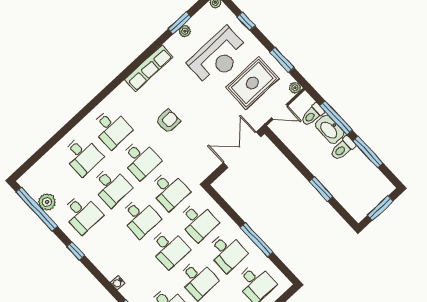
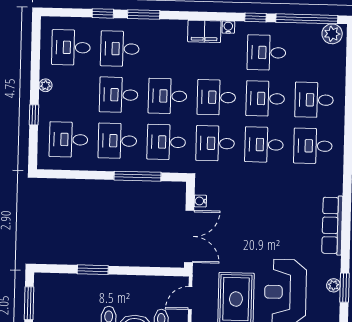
armchair: (168, 121) -> (273, 198), removed
water cooler: (214, 164) -> (200, 201), added
plant: (47, 202) -> (332, 34), moved
window: (257, 240) -> (138, 176), moved
window: (76, 251) -> (255, 17), moved
filing cabinet: (107, 265) -> (204, 31), added
water cooler: (118, 283) -> (228, 27), moved

